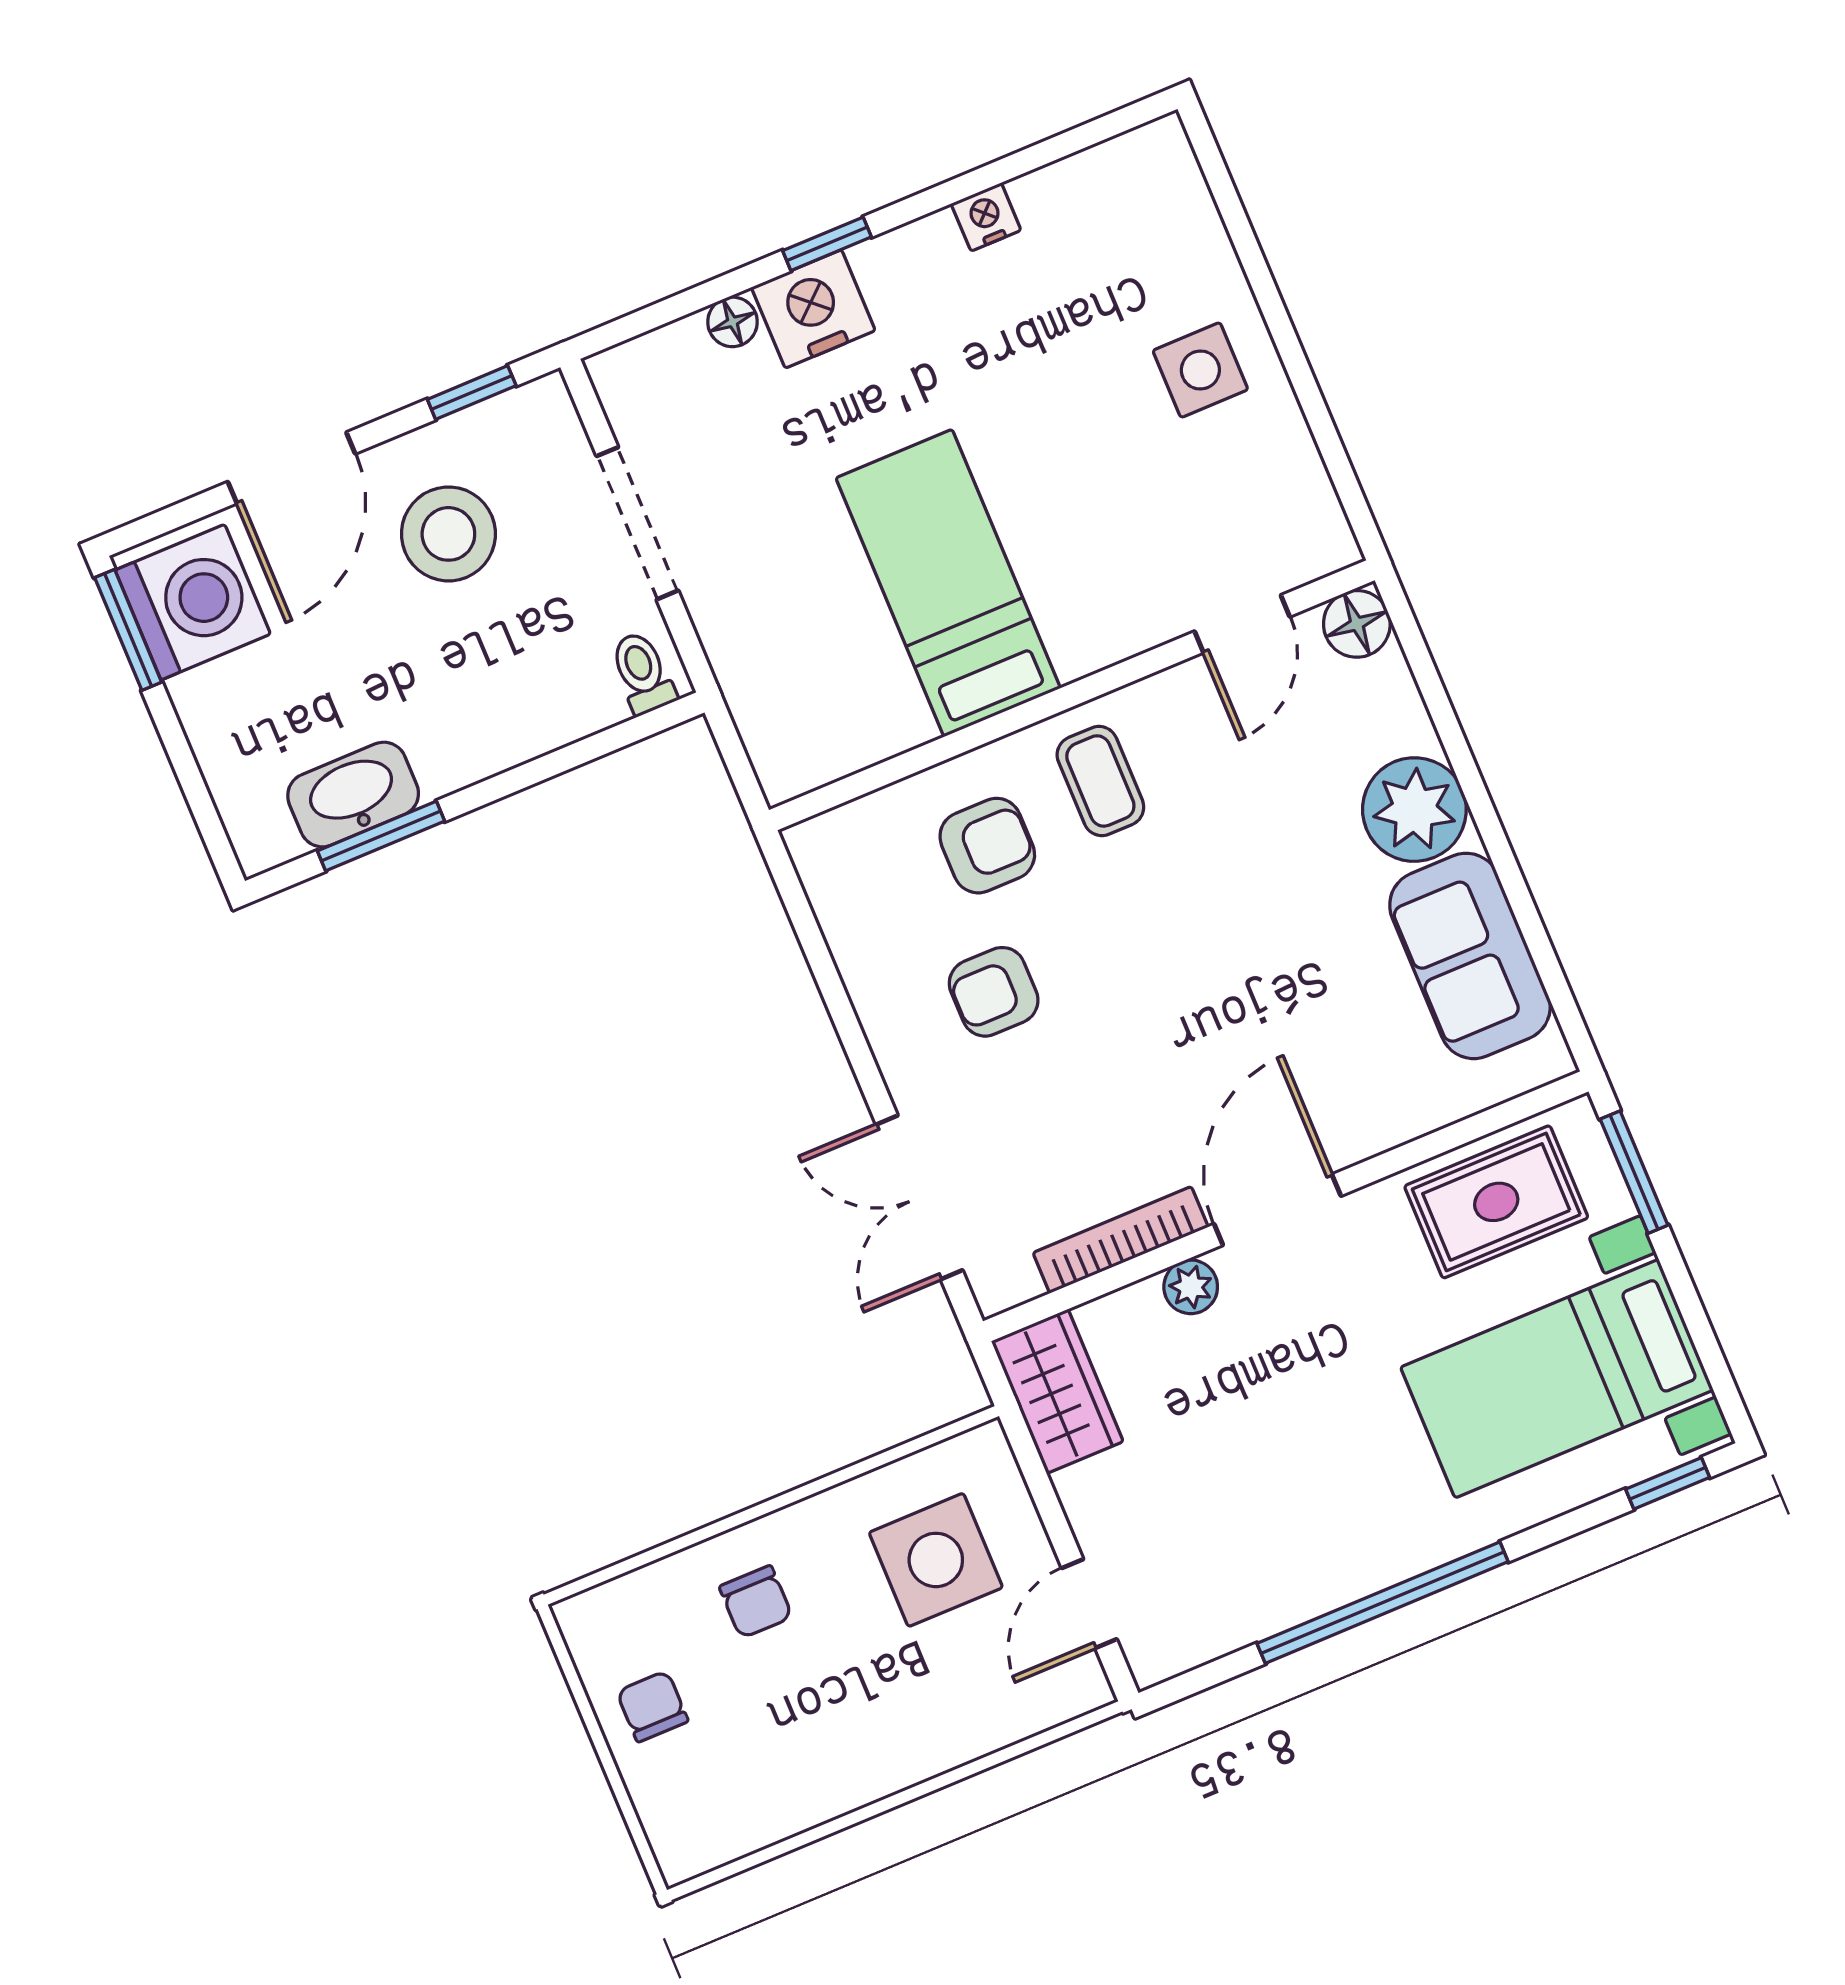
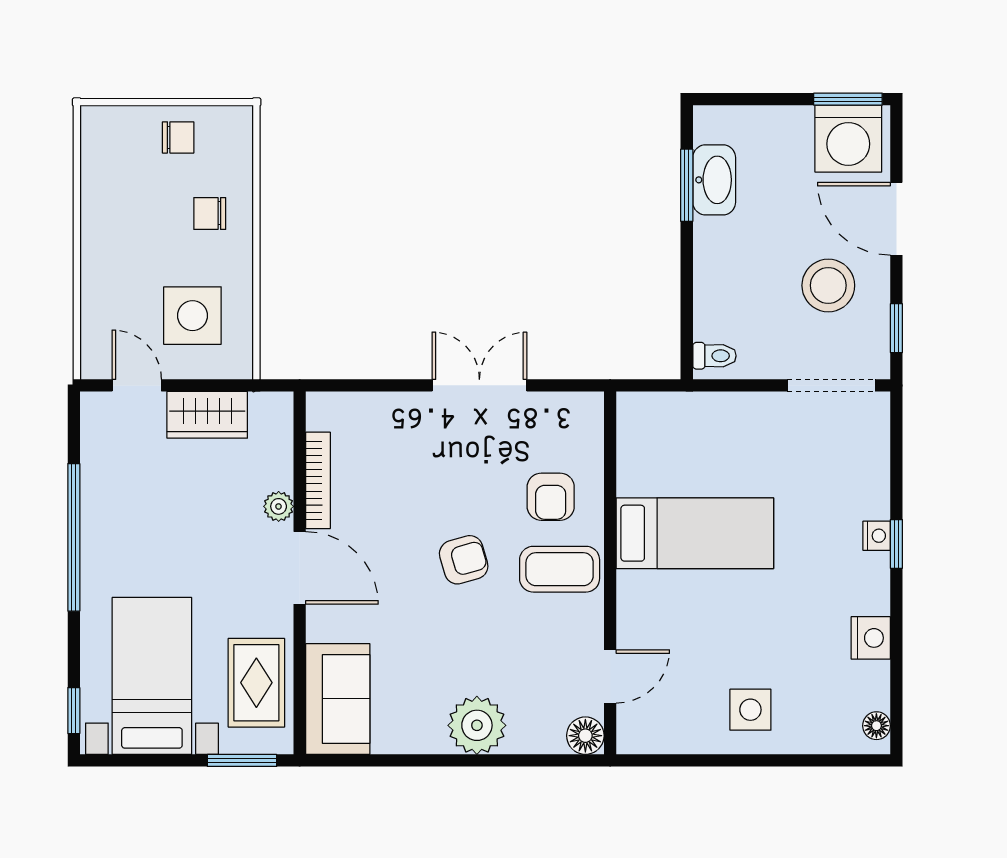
nightstand: (986, 217) -> (871, 638), width x1.39, depth x1.35
nightstand: (813, 309) -> (877, 536), width x0.53, depth x0.56
floor lamp: (733, 322) -> (876, 726), moved
doorway: (637, 523) -> (831, 385), moved
door: (1242, 624) -> (610, 676), swing flipped
coffee table: (1100, 781) -> (560, 569), width x1.36, depth x1.30
sofa: (1470, 956) -> (338, 699), moved, turned 90
armchair: (994, 992) -> (464, 560), moved, turned 74
double door: (919, 1197) -> (479, 385), moved
wardrobe: (1057, 1391) -> (207, 415), moved

